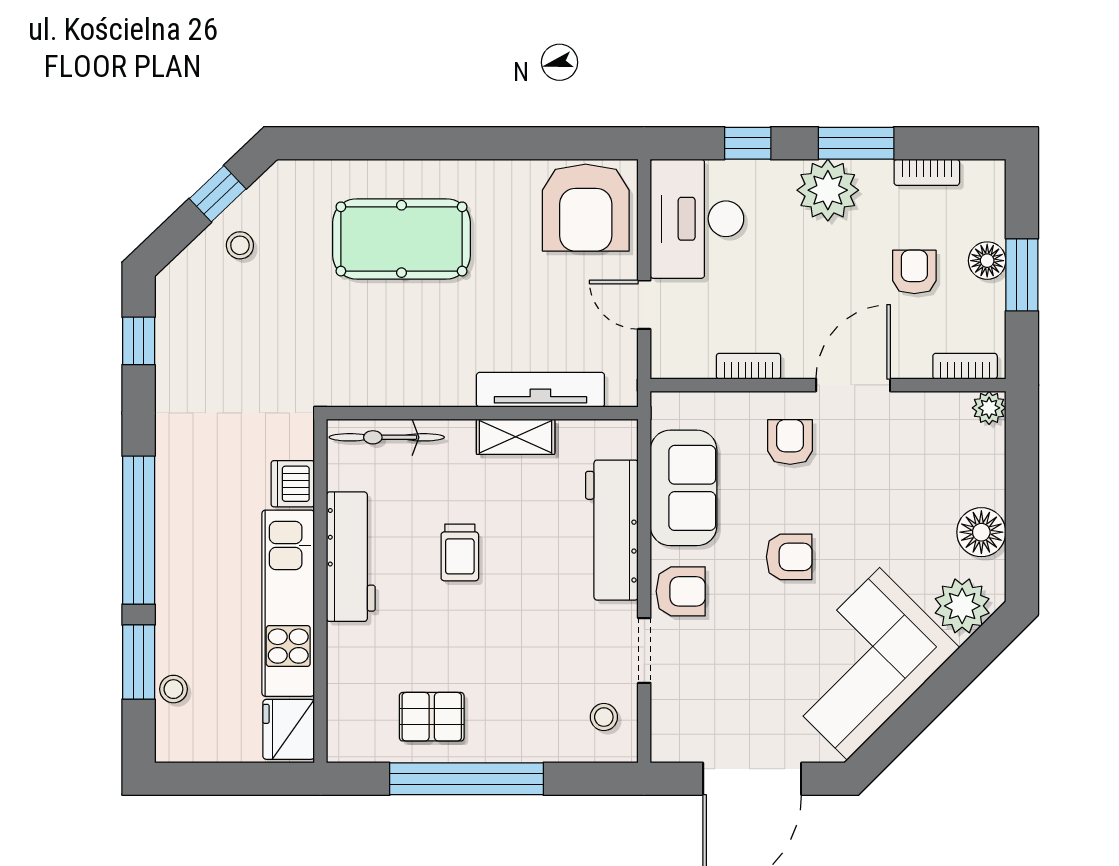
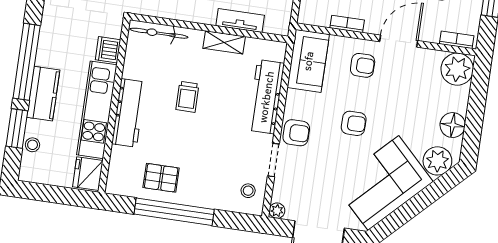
tv unit: (540, 390) -> (240, 20), width x0.71
plant: (989, 408) -> (457, 69), width x1.87, depth x1.87
armchair: (790, 442) -> (363, 65), turned 90
sofa: (684, 488) -> (308, 61), moved
workbench: (351, 557) -> (129, 113), moved
kitchen counter: (180, 587) -> (43, 94), added
plant: (665, 748) -> (277, 211), added

